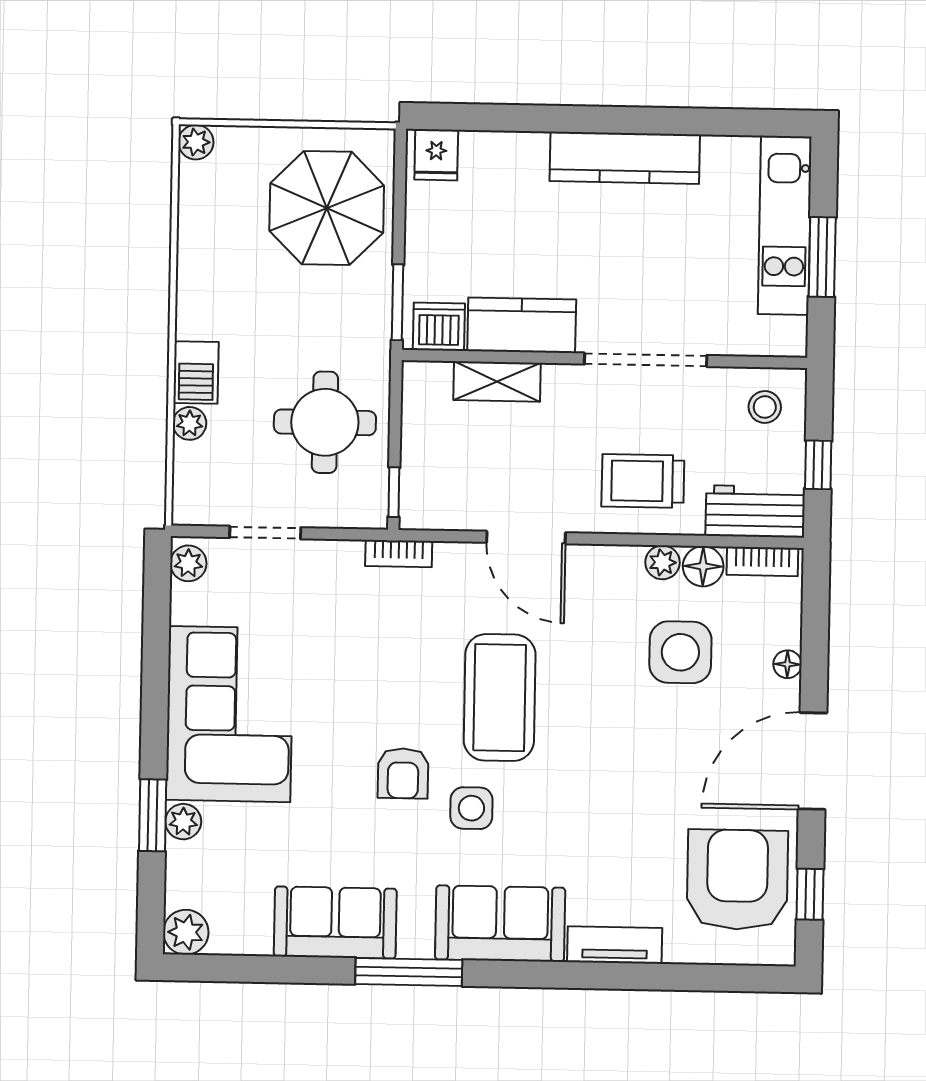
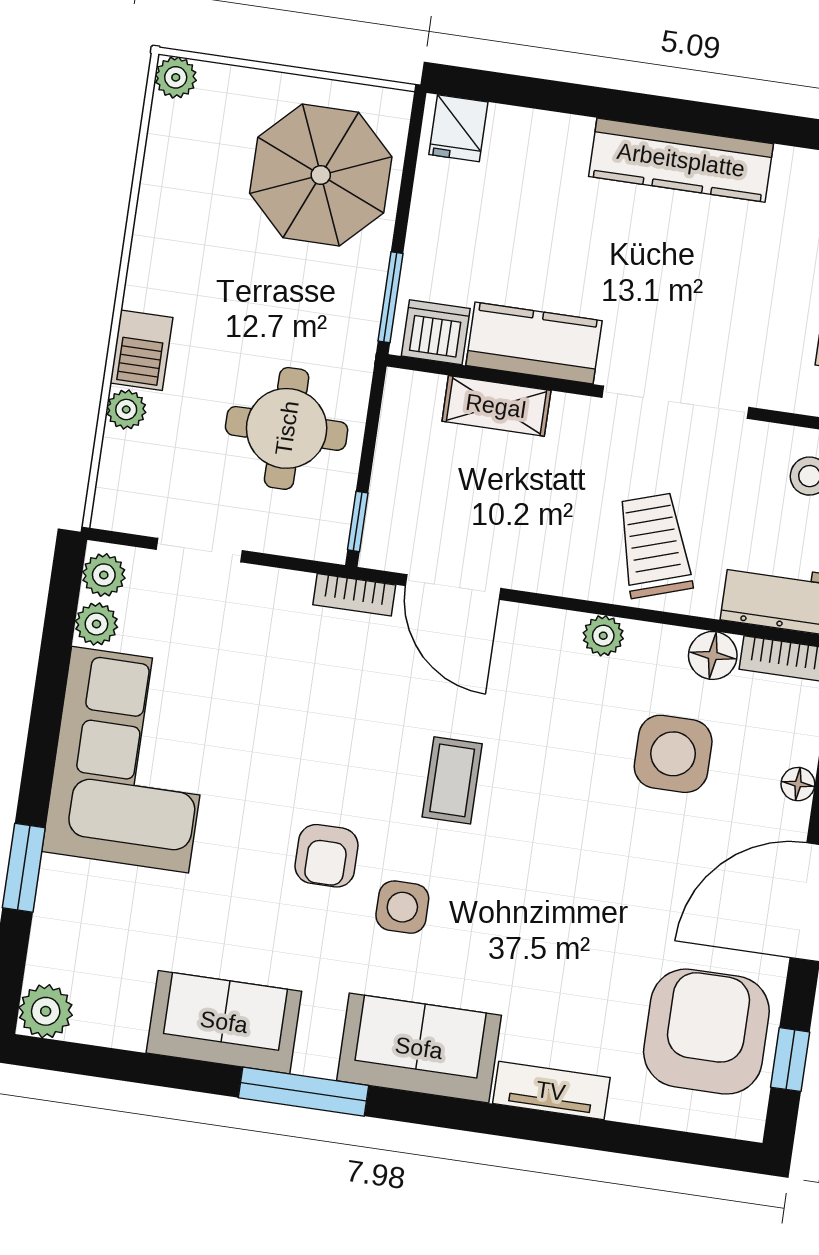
trolley: (643, 481) -> (654, 545), turned 72
door: (526, 538) -> (453, 587), moved
plant: (663, 562) -> (603, 636), moved
coffee table: (500, 698) -> (452, 780), width x0.54, depth x0.58
plant: (183, 822) -> (96, 624), moved

